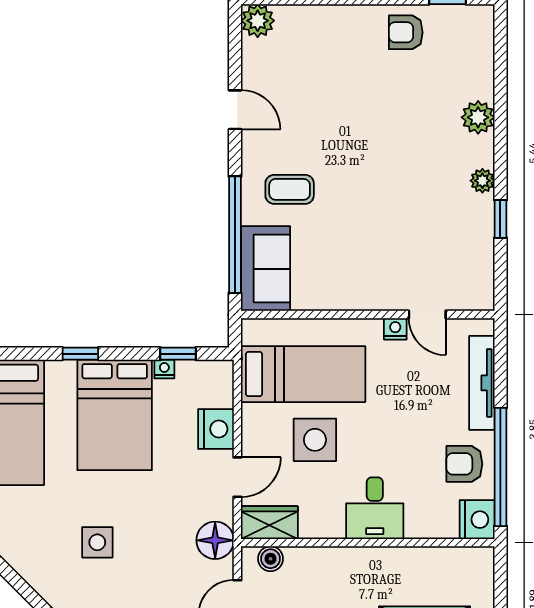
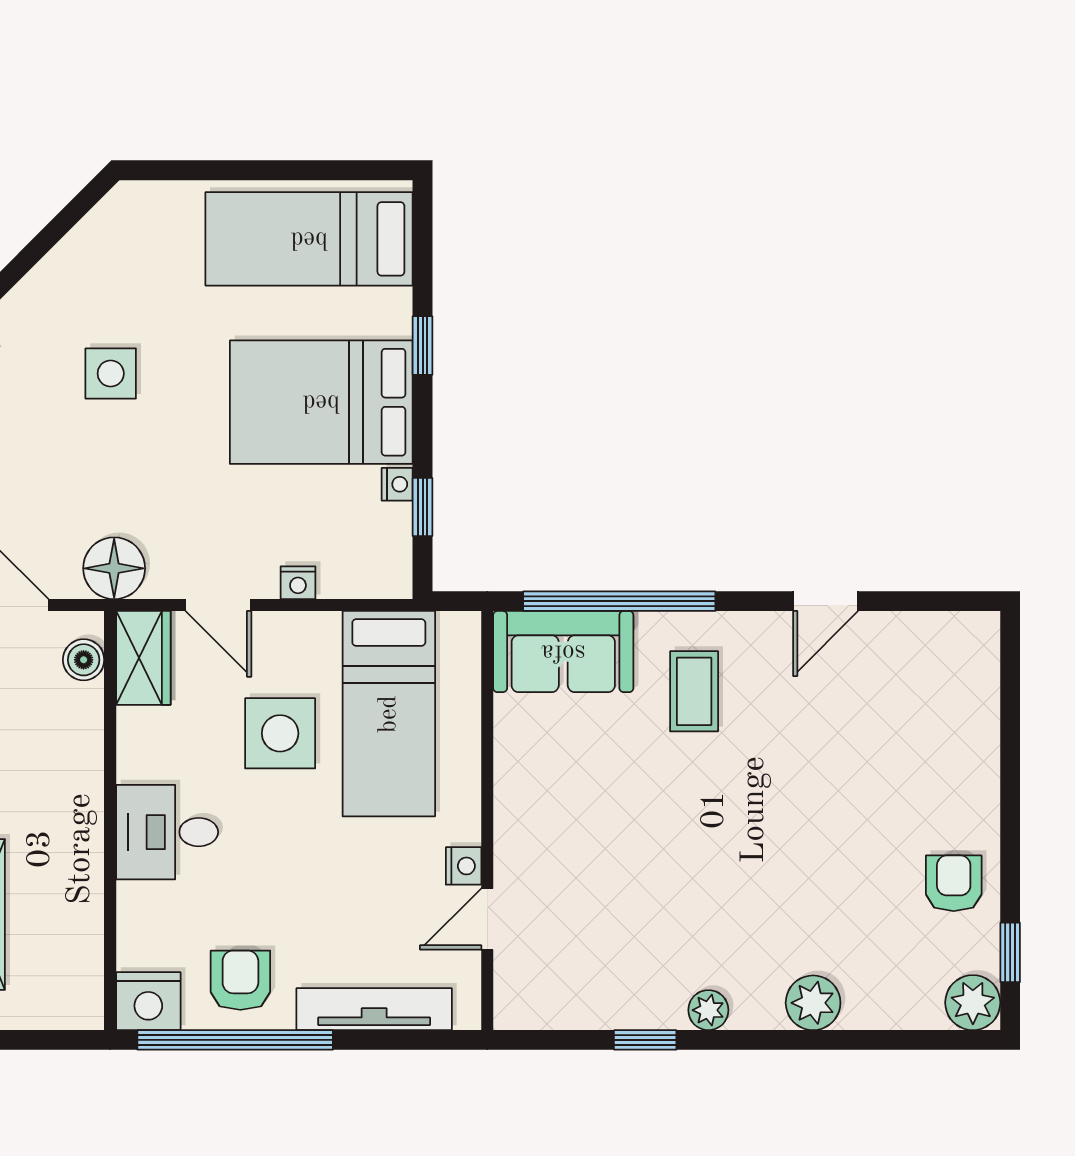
plant: (258, 21) -> (973, 1003), moved
nightstand: (216, 429) -> (298, 583), width x0.53, depth x0.56

